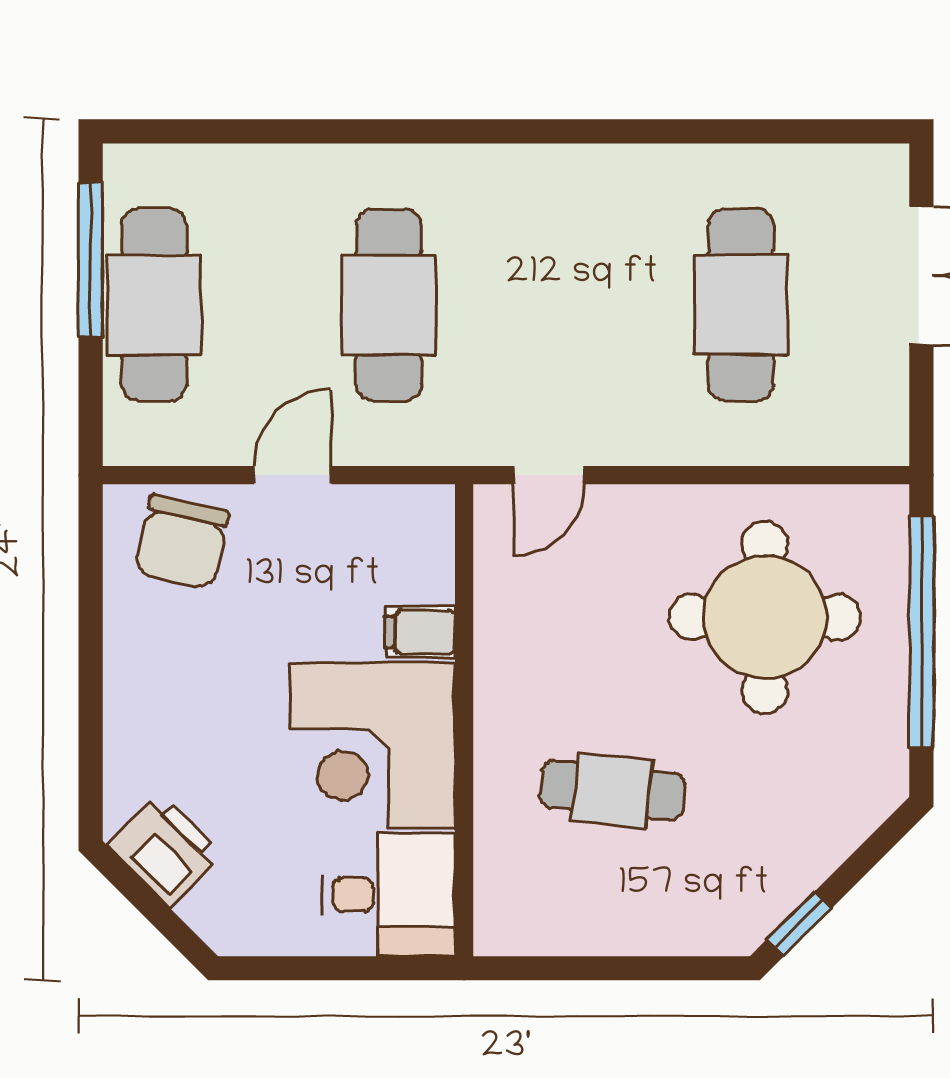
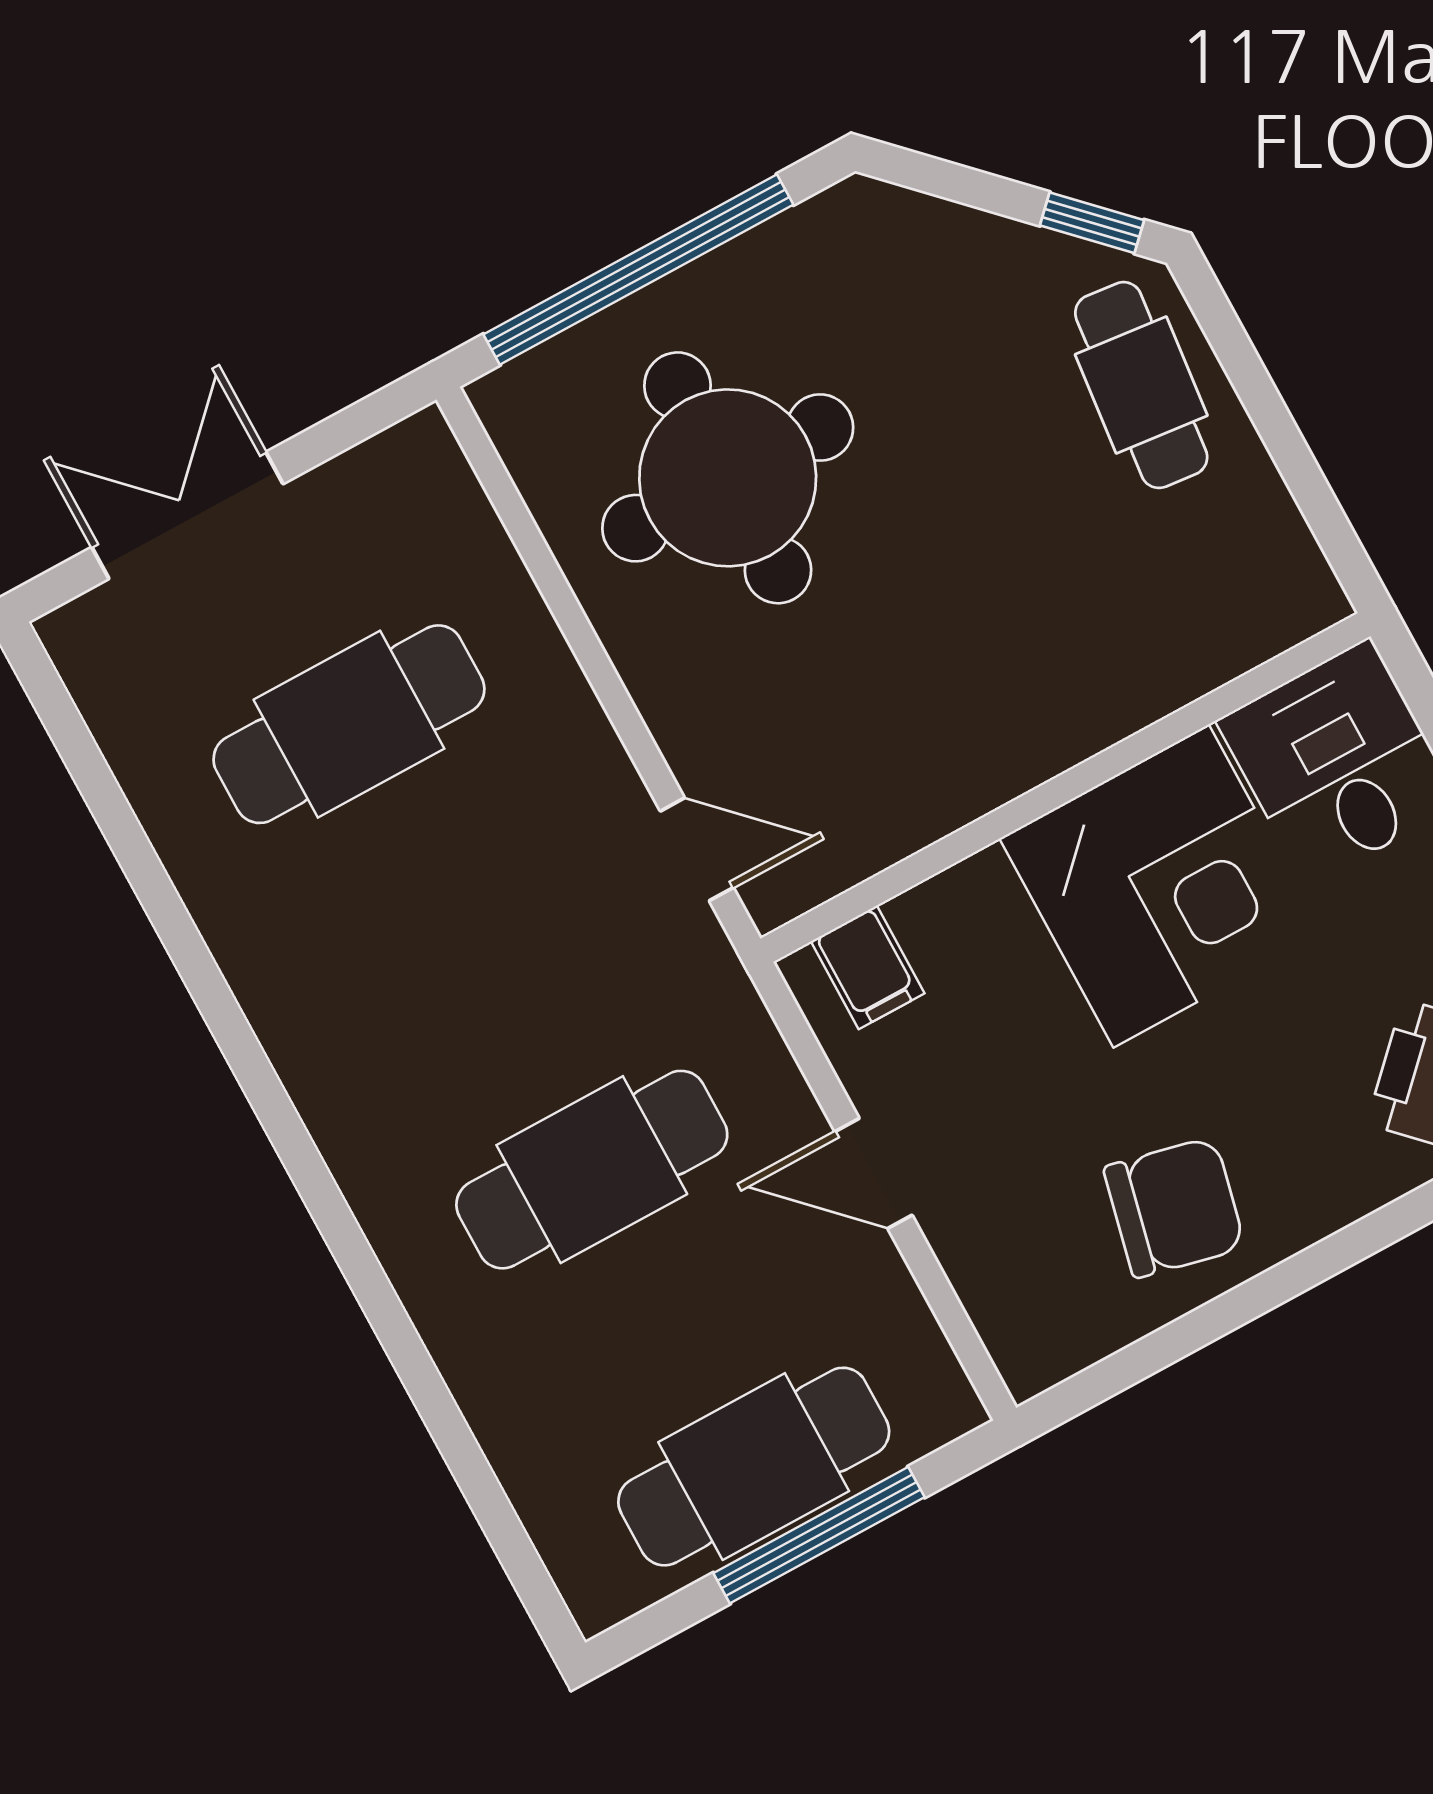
window: (91, 260) -> (819, 1535), moved
chair: (182, 542) -> (1174, 1207), moved
filing cabinet: (420, 632) -> (868, 967), moved
cafe table: (612, 790) -> (1141, 385), moved

